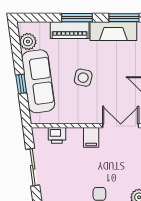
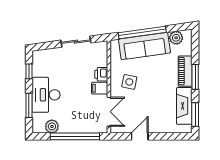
side table: (83, 78) -> (129, 82), moved
window: (21, 84) -> (142, 32), width x3.17
printer: (57, 135) -> (101, 74), moved

